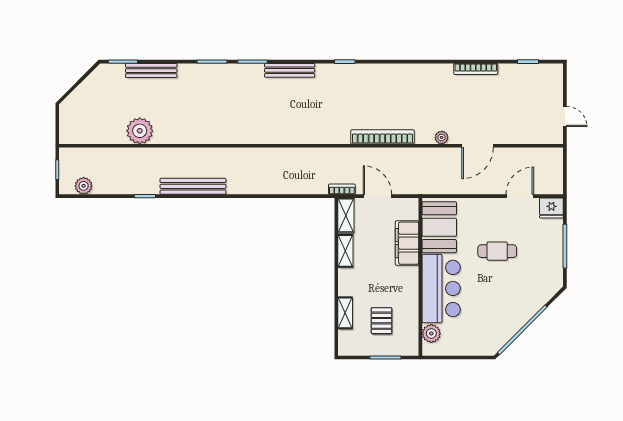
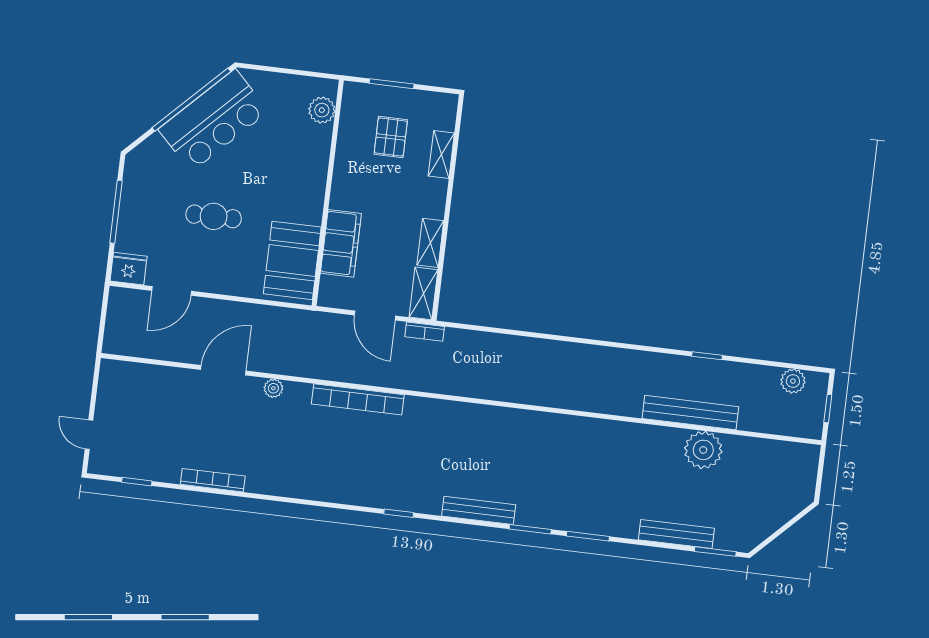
door: (565, 117) -> (89, 435), moved
bench: (193, 186) -> (690, 413), moved
bar counter: (441, 288) -> (213, 120), moved, turned -135

